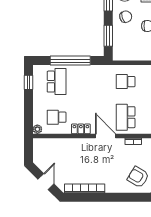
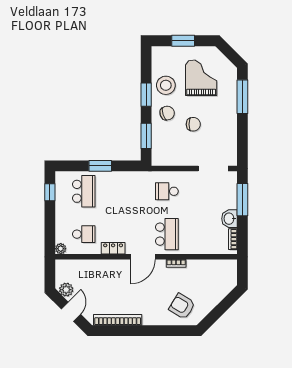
window: (70, 61) -> (100, 166), width x0.47
school desk: (57, 117) -> (84, 234), turned 180
school desk: (126, 117) -> (167, 234), turned 180
door: (106, 136) -> (143, 257), swing flipped
plant: (42, 163) -> (66, 290), added

